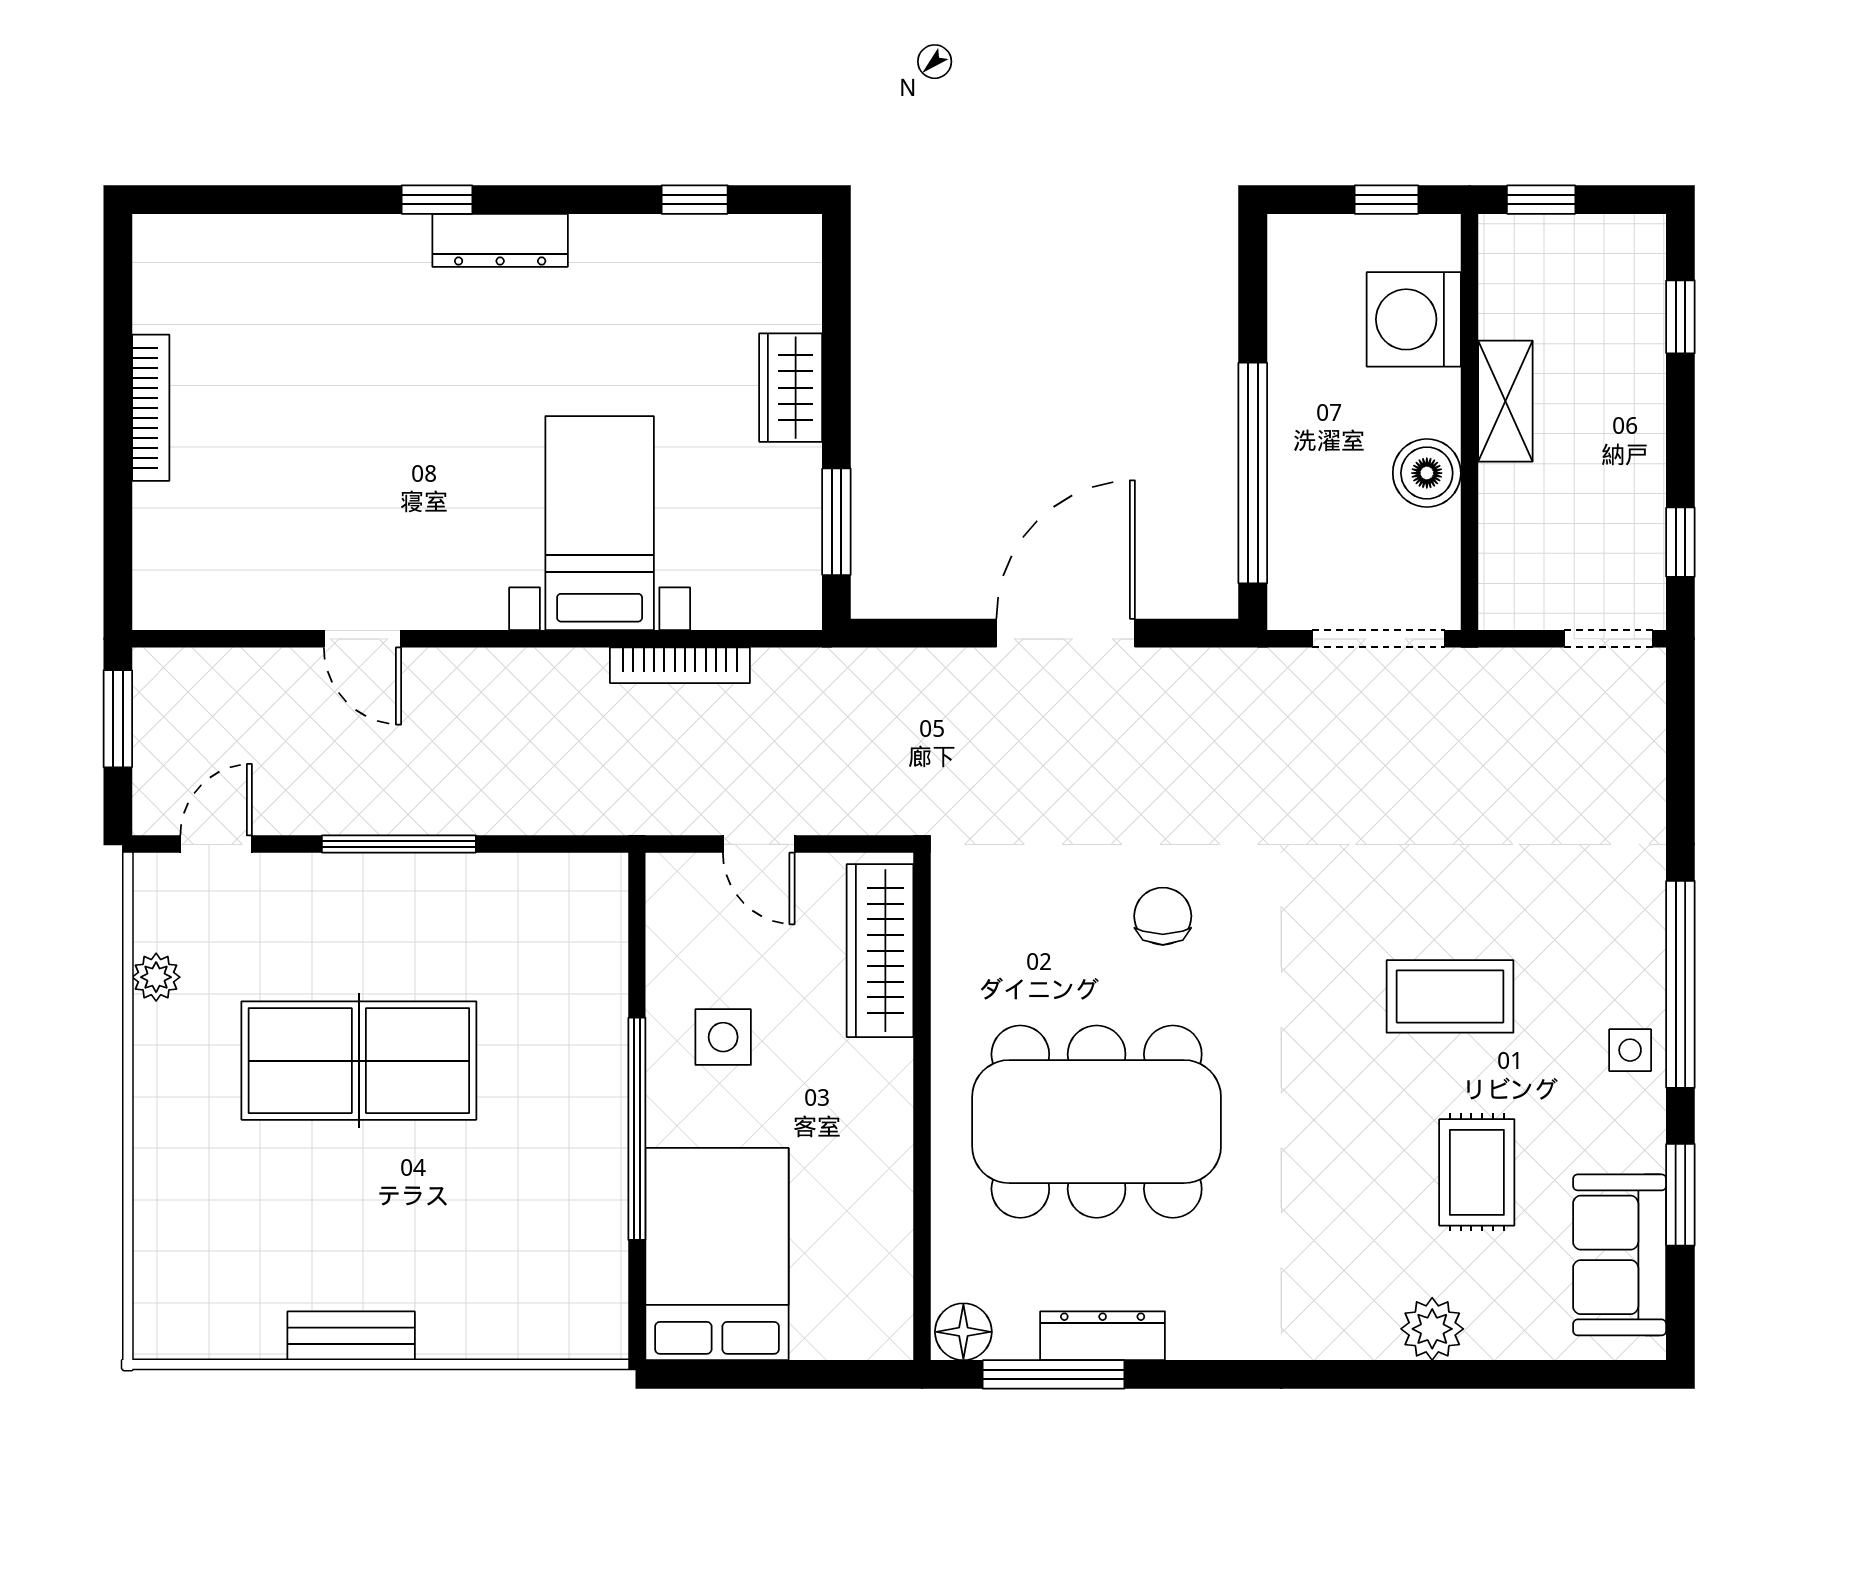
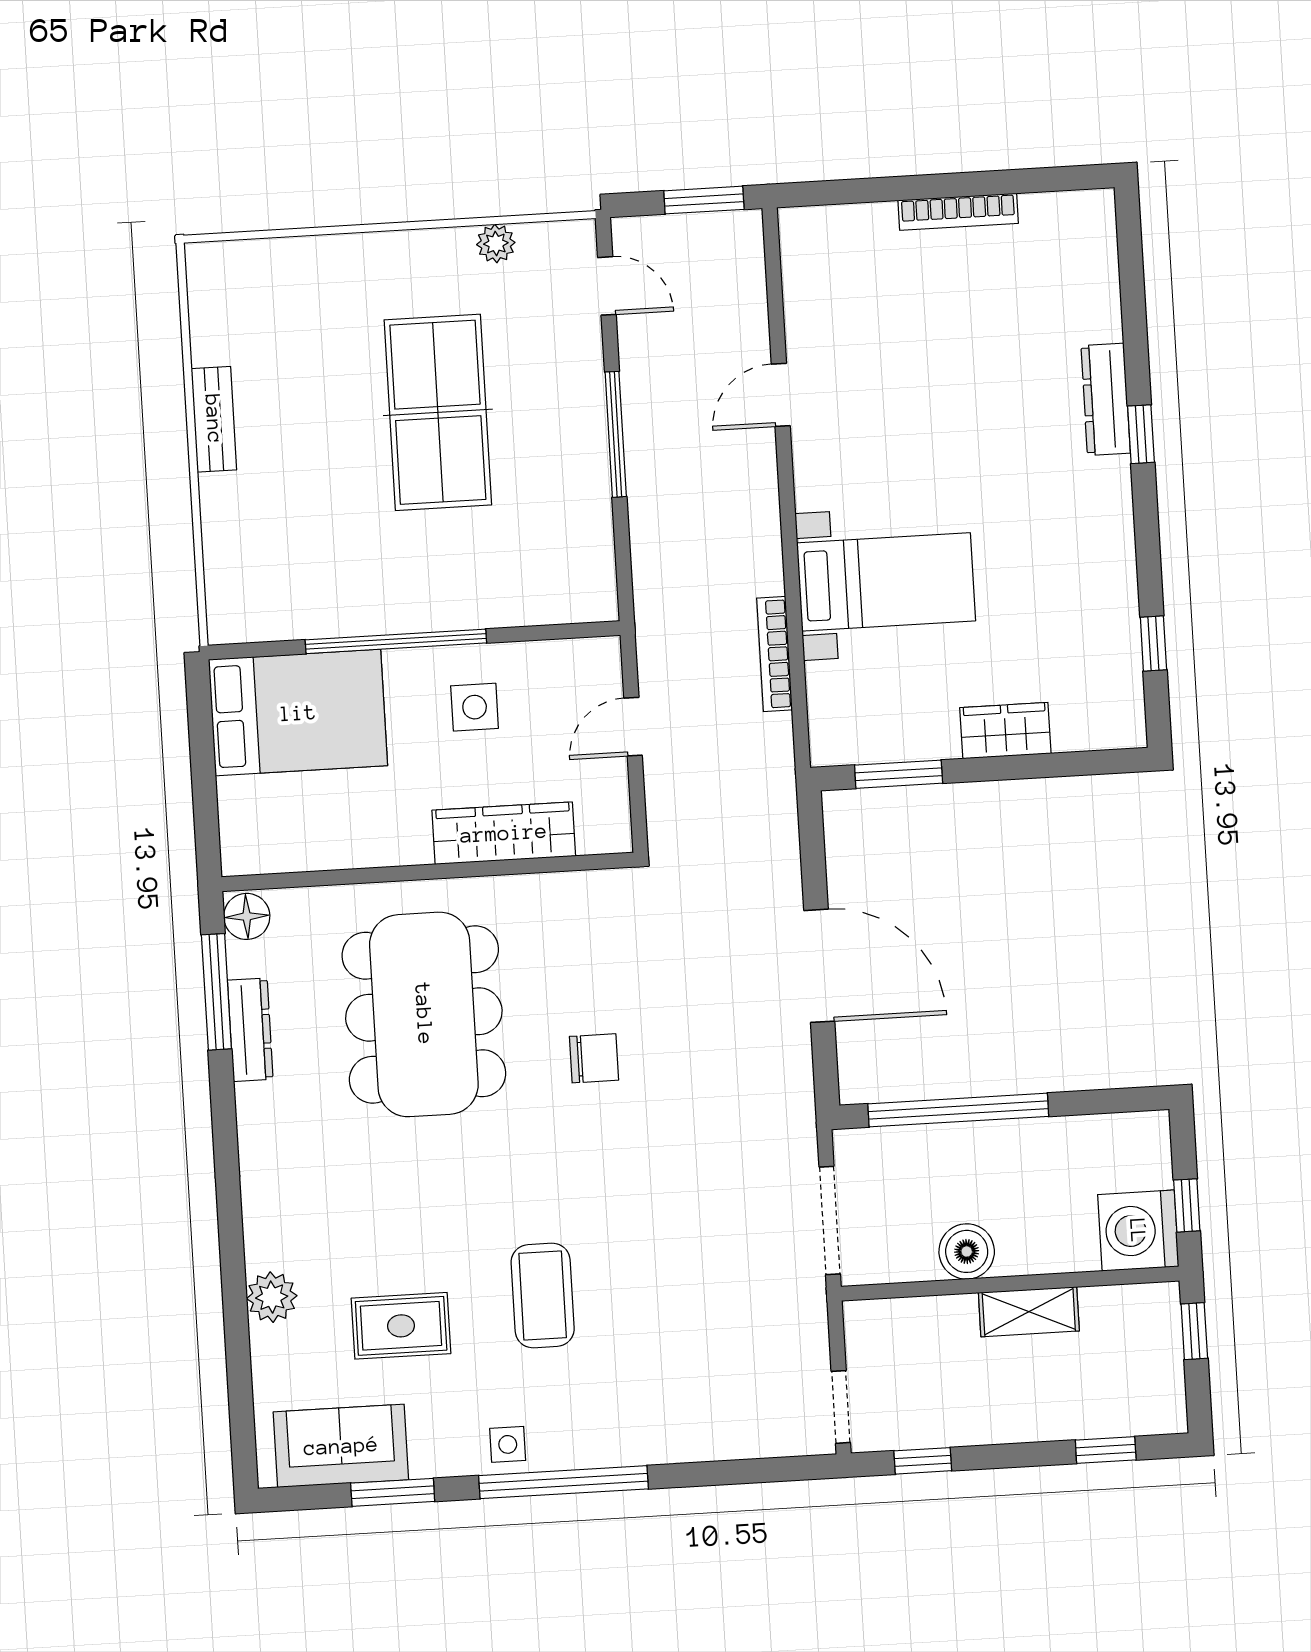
dresser: (500, 240) -> (1106, 399), moved
washing machine: (1414, 319) -> (1138, 1231), moved, turned -90
wardrobe: (880, 951) -> (504, 833), moved

